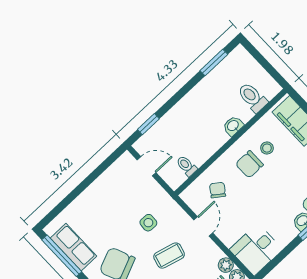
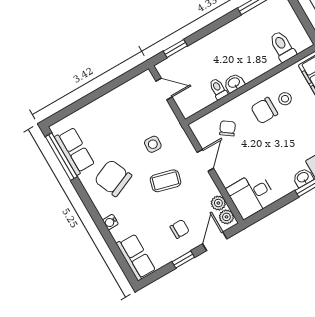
washbasin: (233, 126) -> (234, 83), moved
toilet: (187, 166) -> (218, 89), moved

